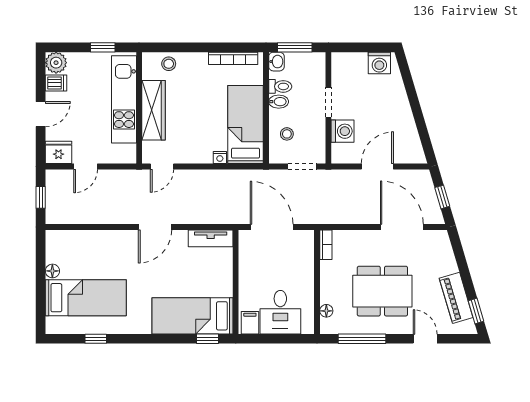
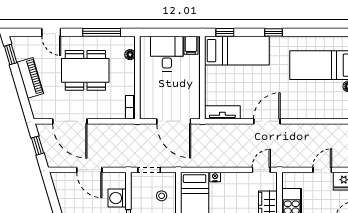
door: (377, 167) -> (89, 170), hinge flipped
piano: (456, 298) -> (30, 78), moved
window: (96, 339) -> (273, 32), moved

